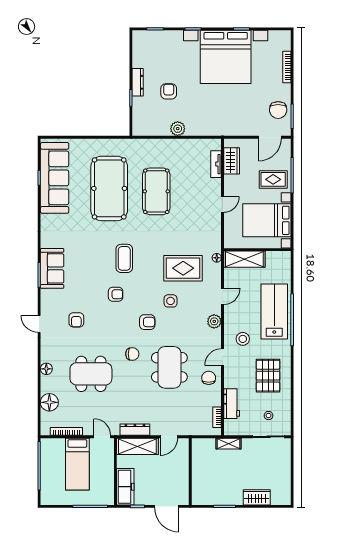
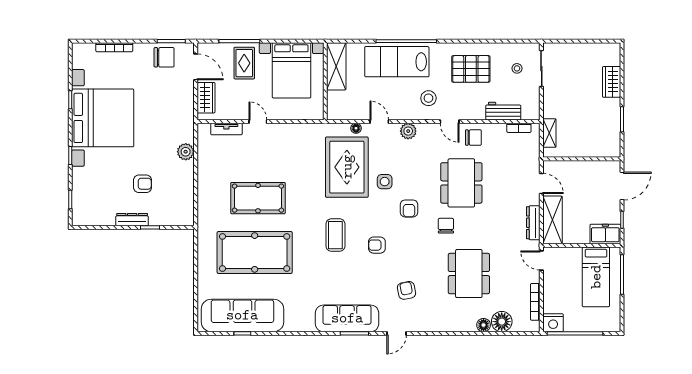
armchair: (169, 91) -> (143, 184), turned 180
plant: (178, 129) -> (186, 152), moved
wardrobe: (232, 161) -> (206, 98), moved, turned 90
door: (222, 204) -> (258, 122), moved
coffee table: (124, 258) -> (335, 235), turned 90
floor lamp: (217, 258) -> (356, 128), moved
shelving: (244, 259) -> (336, 66), moved
sofa: (52, 268) -> (347, 318), width x1.36
rug: (183, 268) -> (347, 167), width x1.37, depth x1.44
armchair: (116, 294) -> (377, 245), turned -90
armchair: (76, 320) -> (407, 290), turned -101
armchair: (147, 322) -> (409, 208), turned 180
door: (39, 324) -> (397, 333), moved
dining table: (169, 367) -> (461, 183), turned 90
floor lamp: (46, 369) -> (484, 325), moved
chair: (209, 378) -> (473, 138), turned 180
door: (102, 437) -> (541, 260), hinge flipped
shelving: (228, 444) -> (549, 133), moved
nightstand: (48, 447) -> (553, 323), added
bed: (77, 464) -> (596, 277), moved, turned 90
freezer: (125, 487) -> (605, 234), width x0.71

